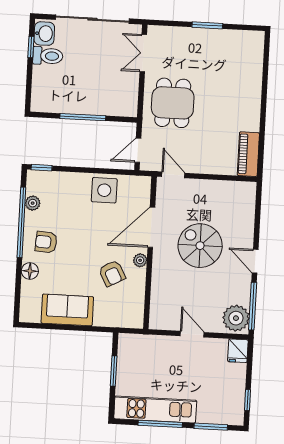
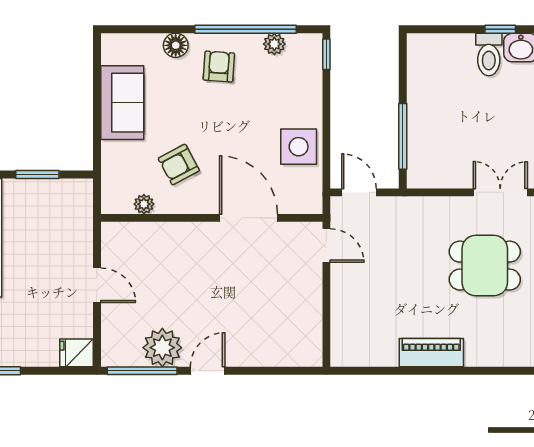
dining table: (173, 103) -> (485, 266), moved
window: (83, 117) -> (403, 136), moved
piano: (248, 154) -> (431, 353), moved
door: (173, 175) -> (326, 245), hinge flipped
spiral stairs: (200, 246) -> (226, 290), removed
plant: (140, 260) -> (144, 204), moved
plant: (236, 318) -> (162, 348), moved
door: (192, 334) -> (97, 285), hinge flipped

